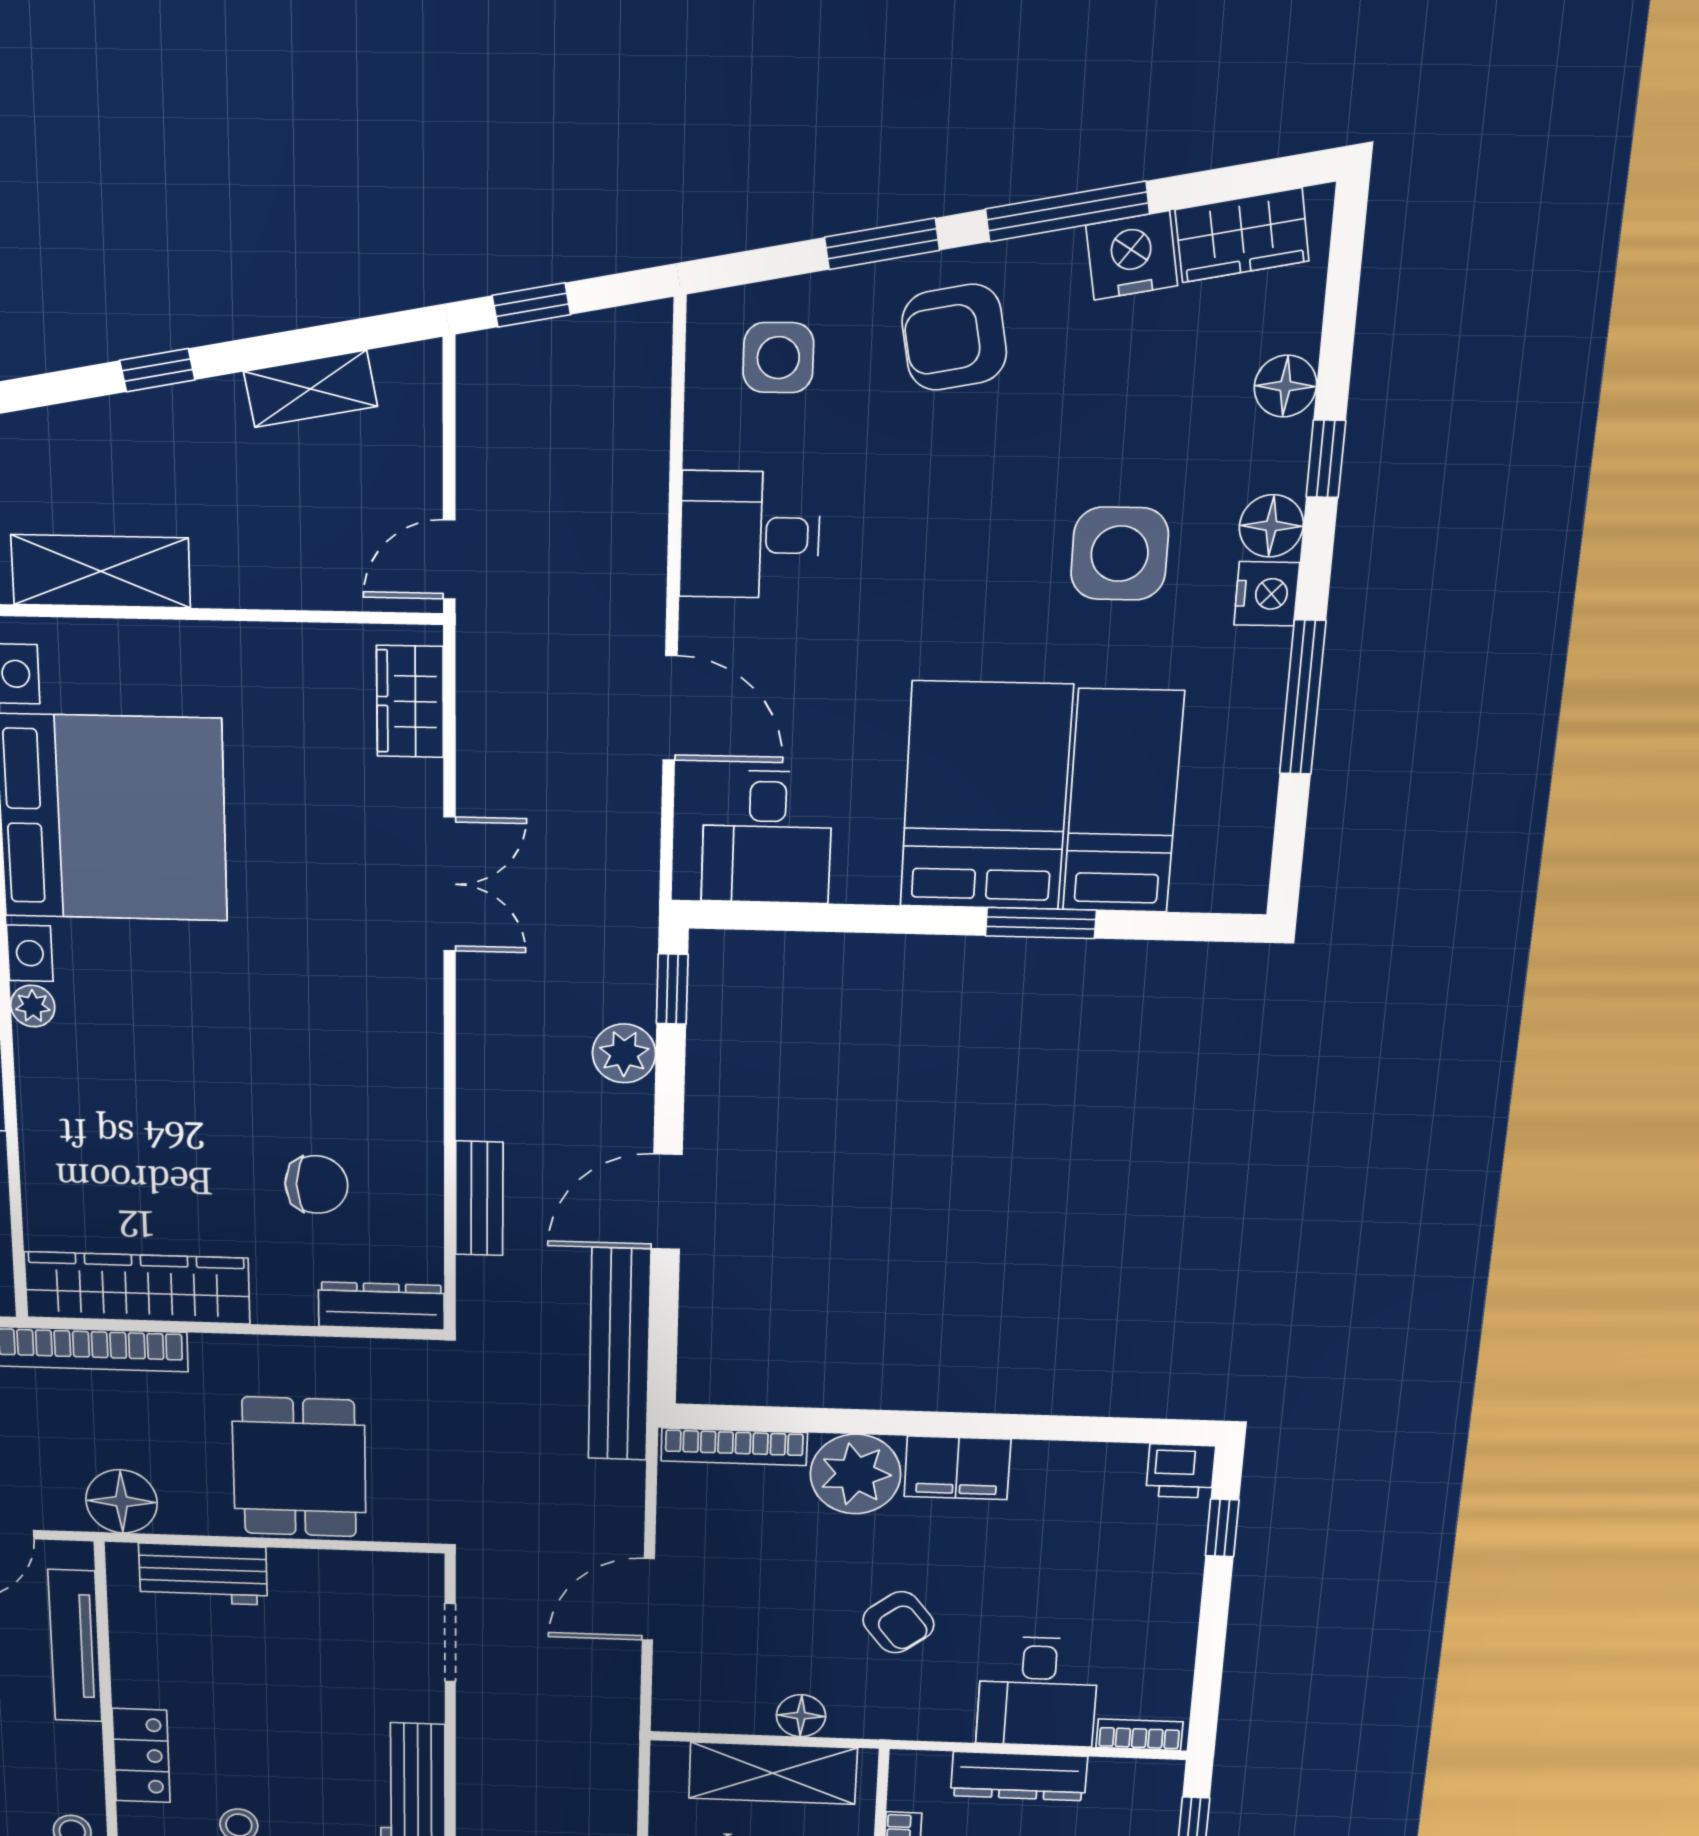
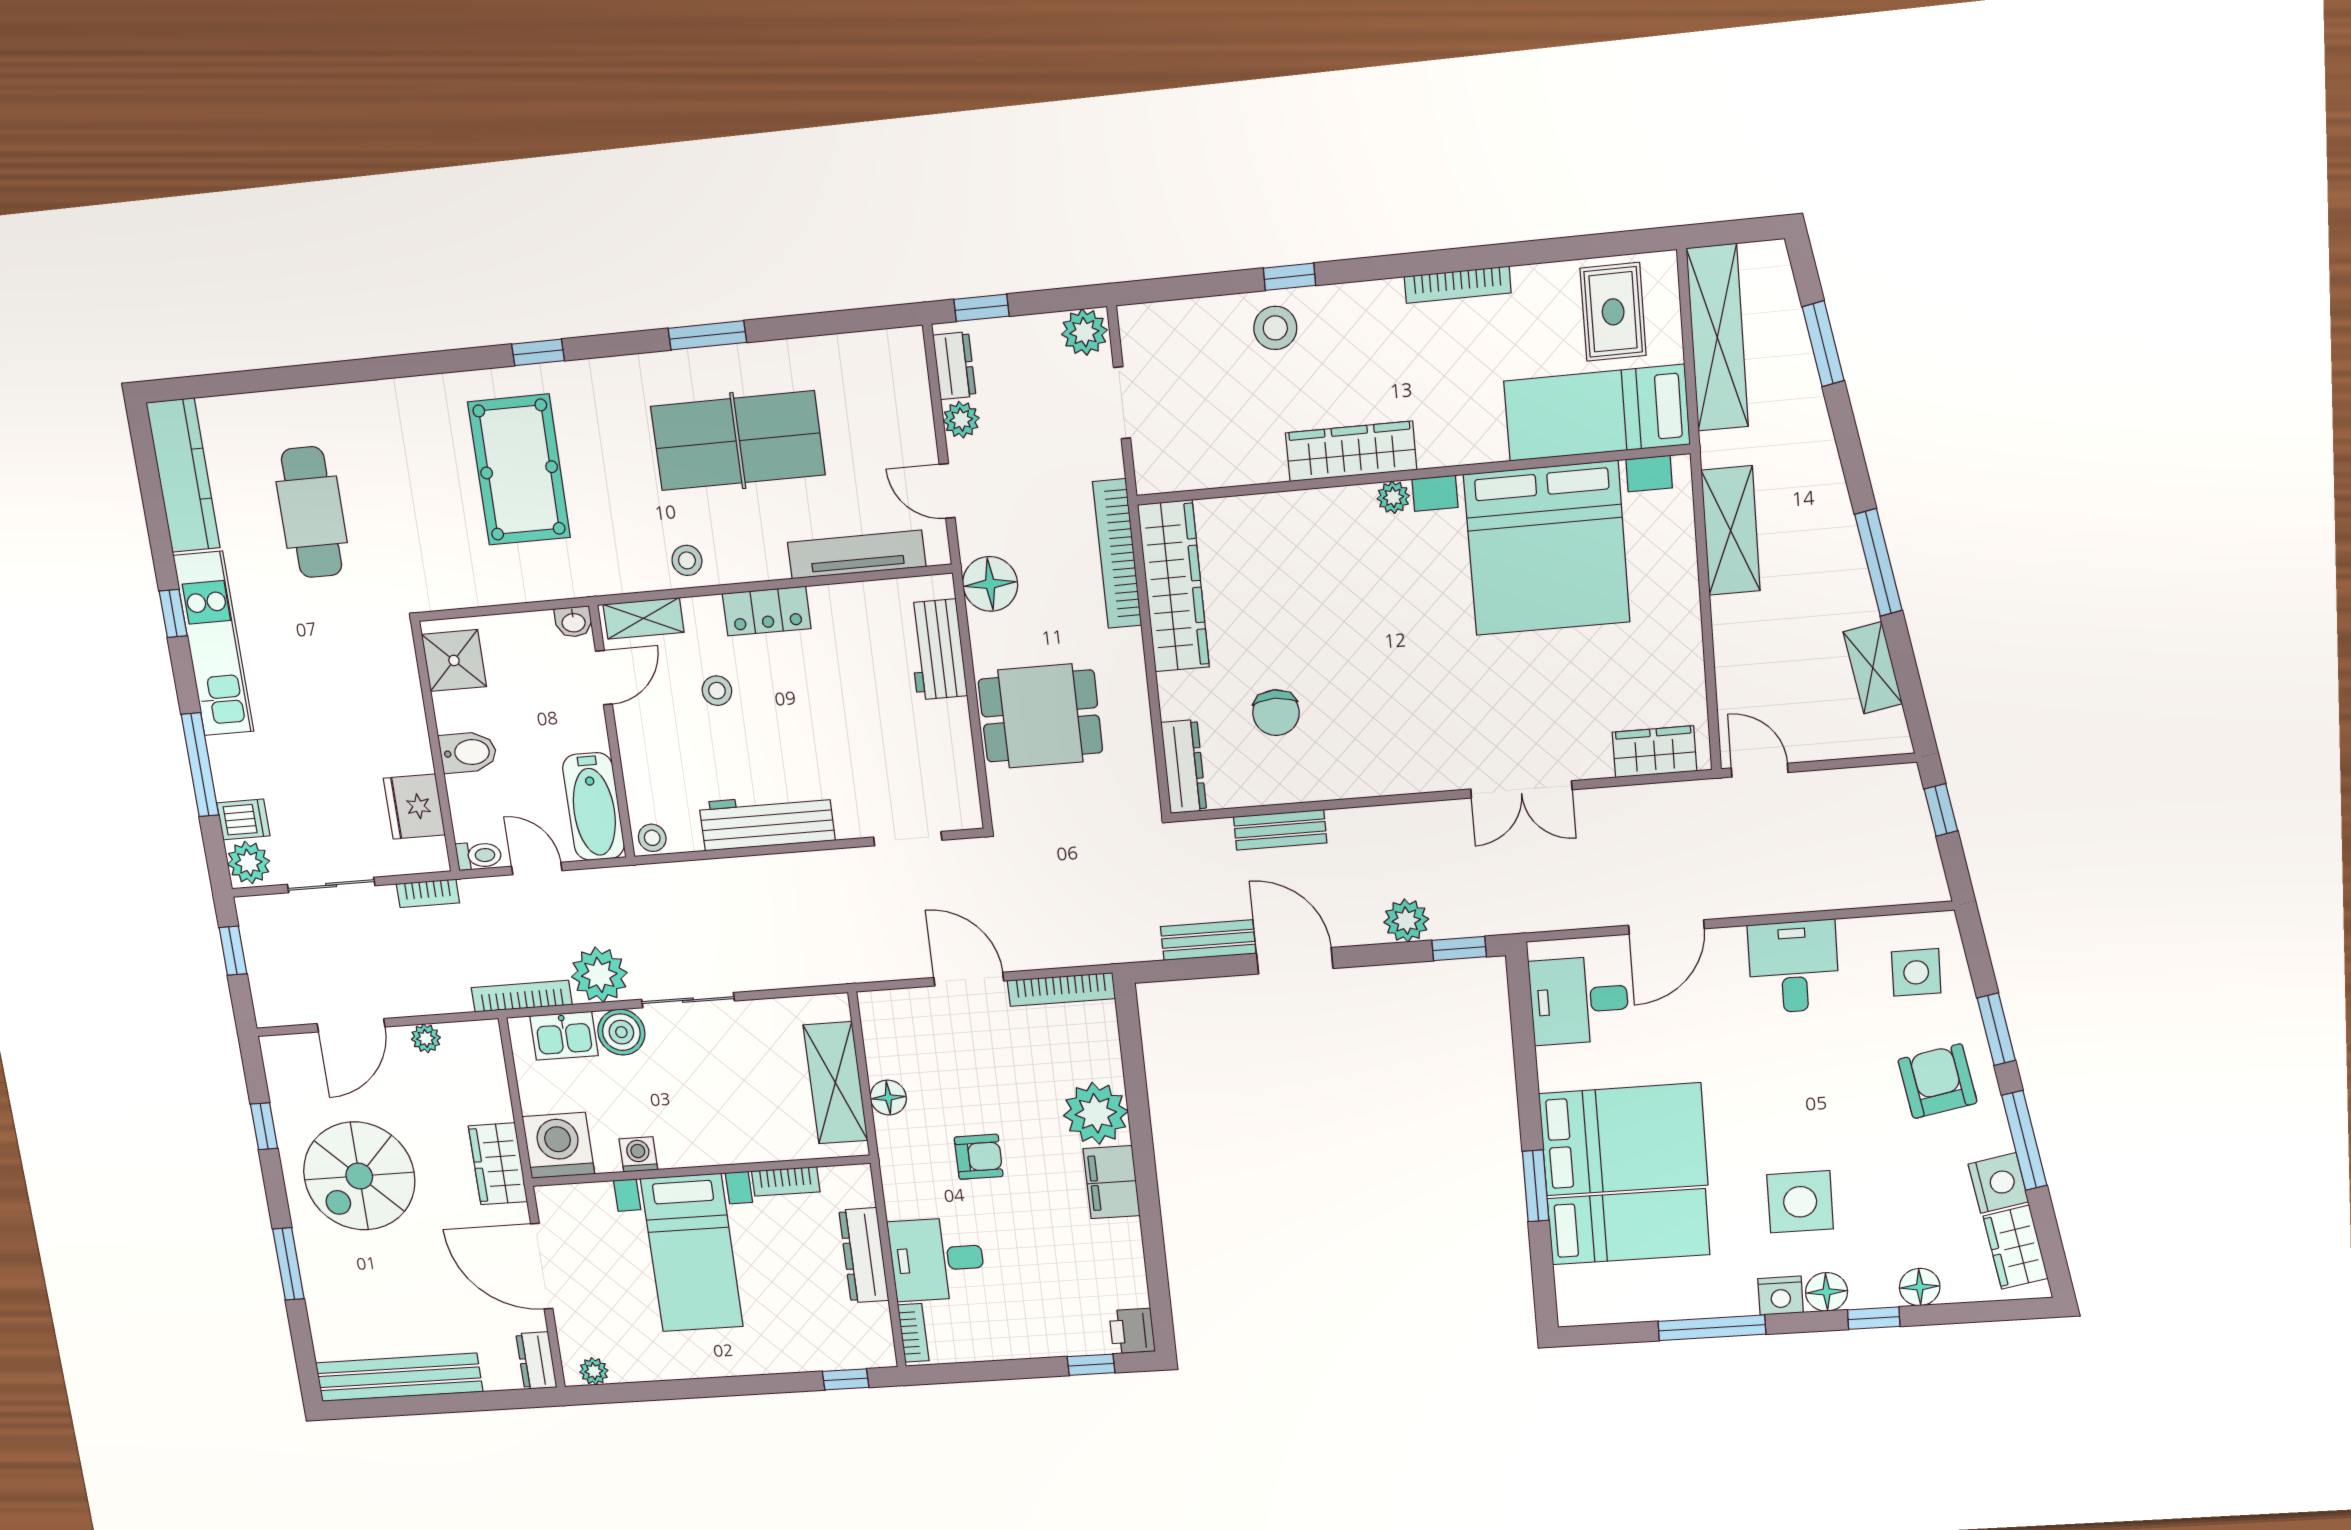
window: (157, 370) -> (1878, 562), width x2.17
bench: (619, 1355) -> (1208, 940), width x0.54, depth x0.82
bookcase: (734, 1447) -> (1061, 989), moved, turned -90
armchair: (898, 1622) -> (979, 1157), turned -142

